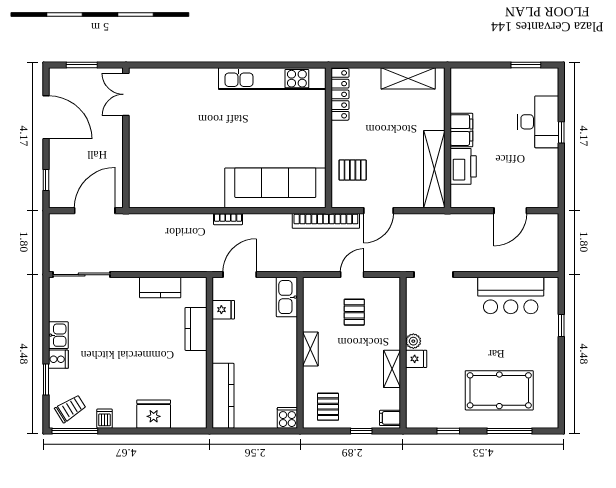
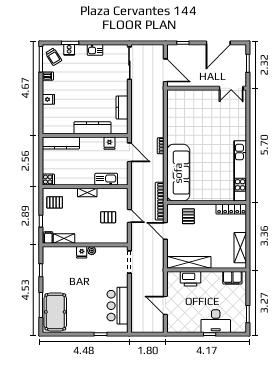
double door: (126, 94) -> (231, 88), swing flipped
filing cabinet: (461, 130) -> (232, 278), moved
kitchen sink: (287, 297) -> (106, 179), moved
kitchen counter: (196, 329) -> (92, 128), width x1.50
cooker: (58, 359) -> (69, 50), moved
shelving: (392, 369) -> (64, 239), moved
pool table: (499, 390) -> (55, 312), moved
fridge: (154, 414) -> (48, 99), width x0.53, depth x0.75

